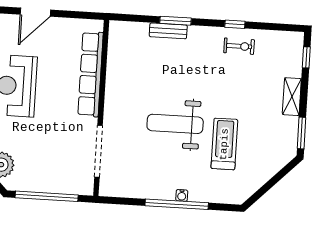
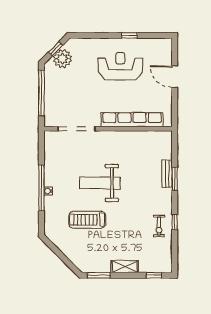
weight bench: (175, 124) -> (100, 183), turned -90
treadmill: (224, 144) -> (87, 220), turned 180

